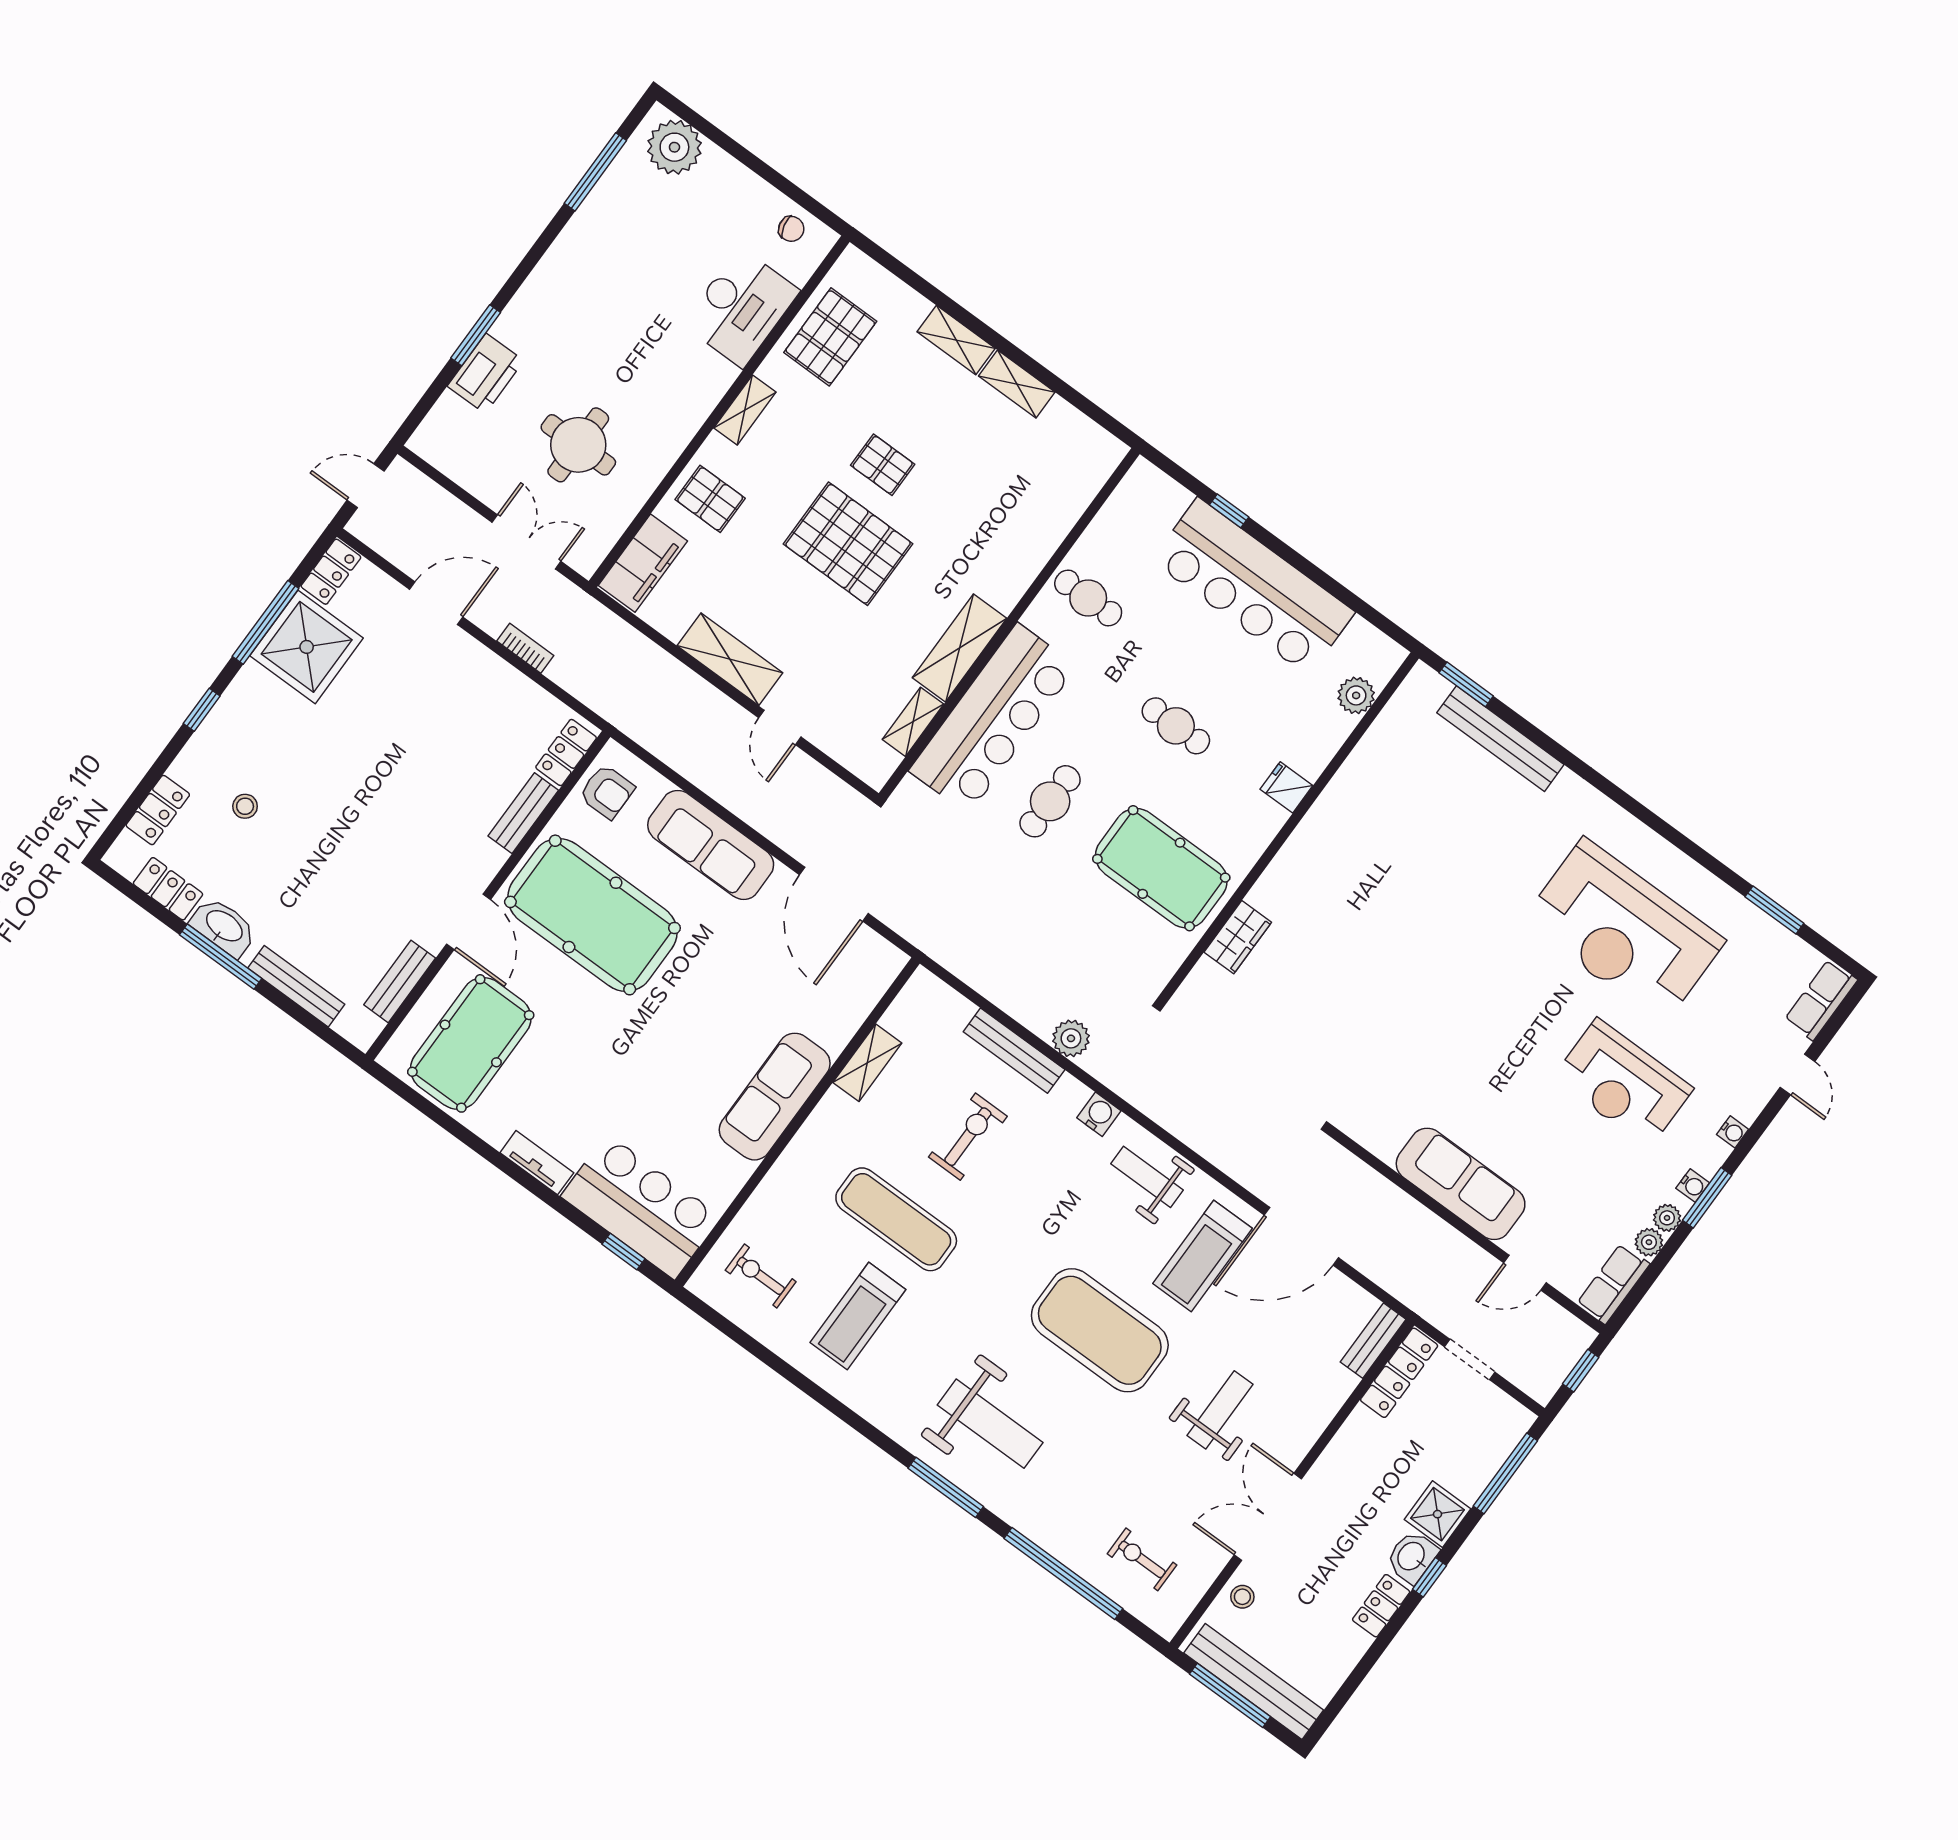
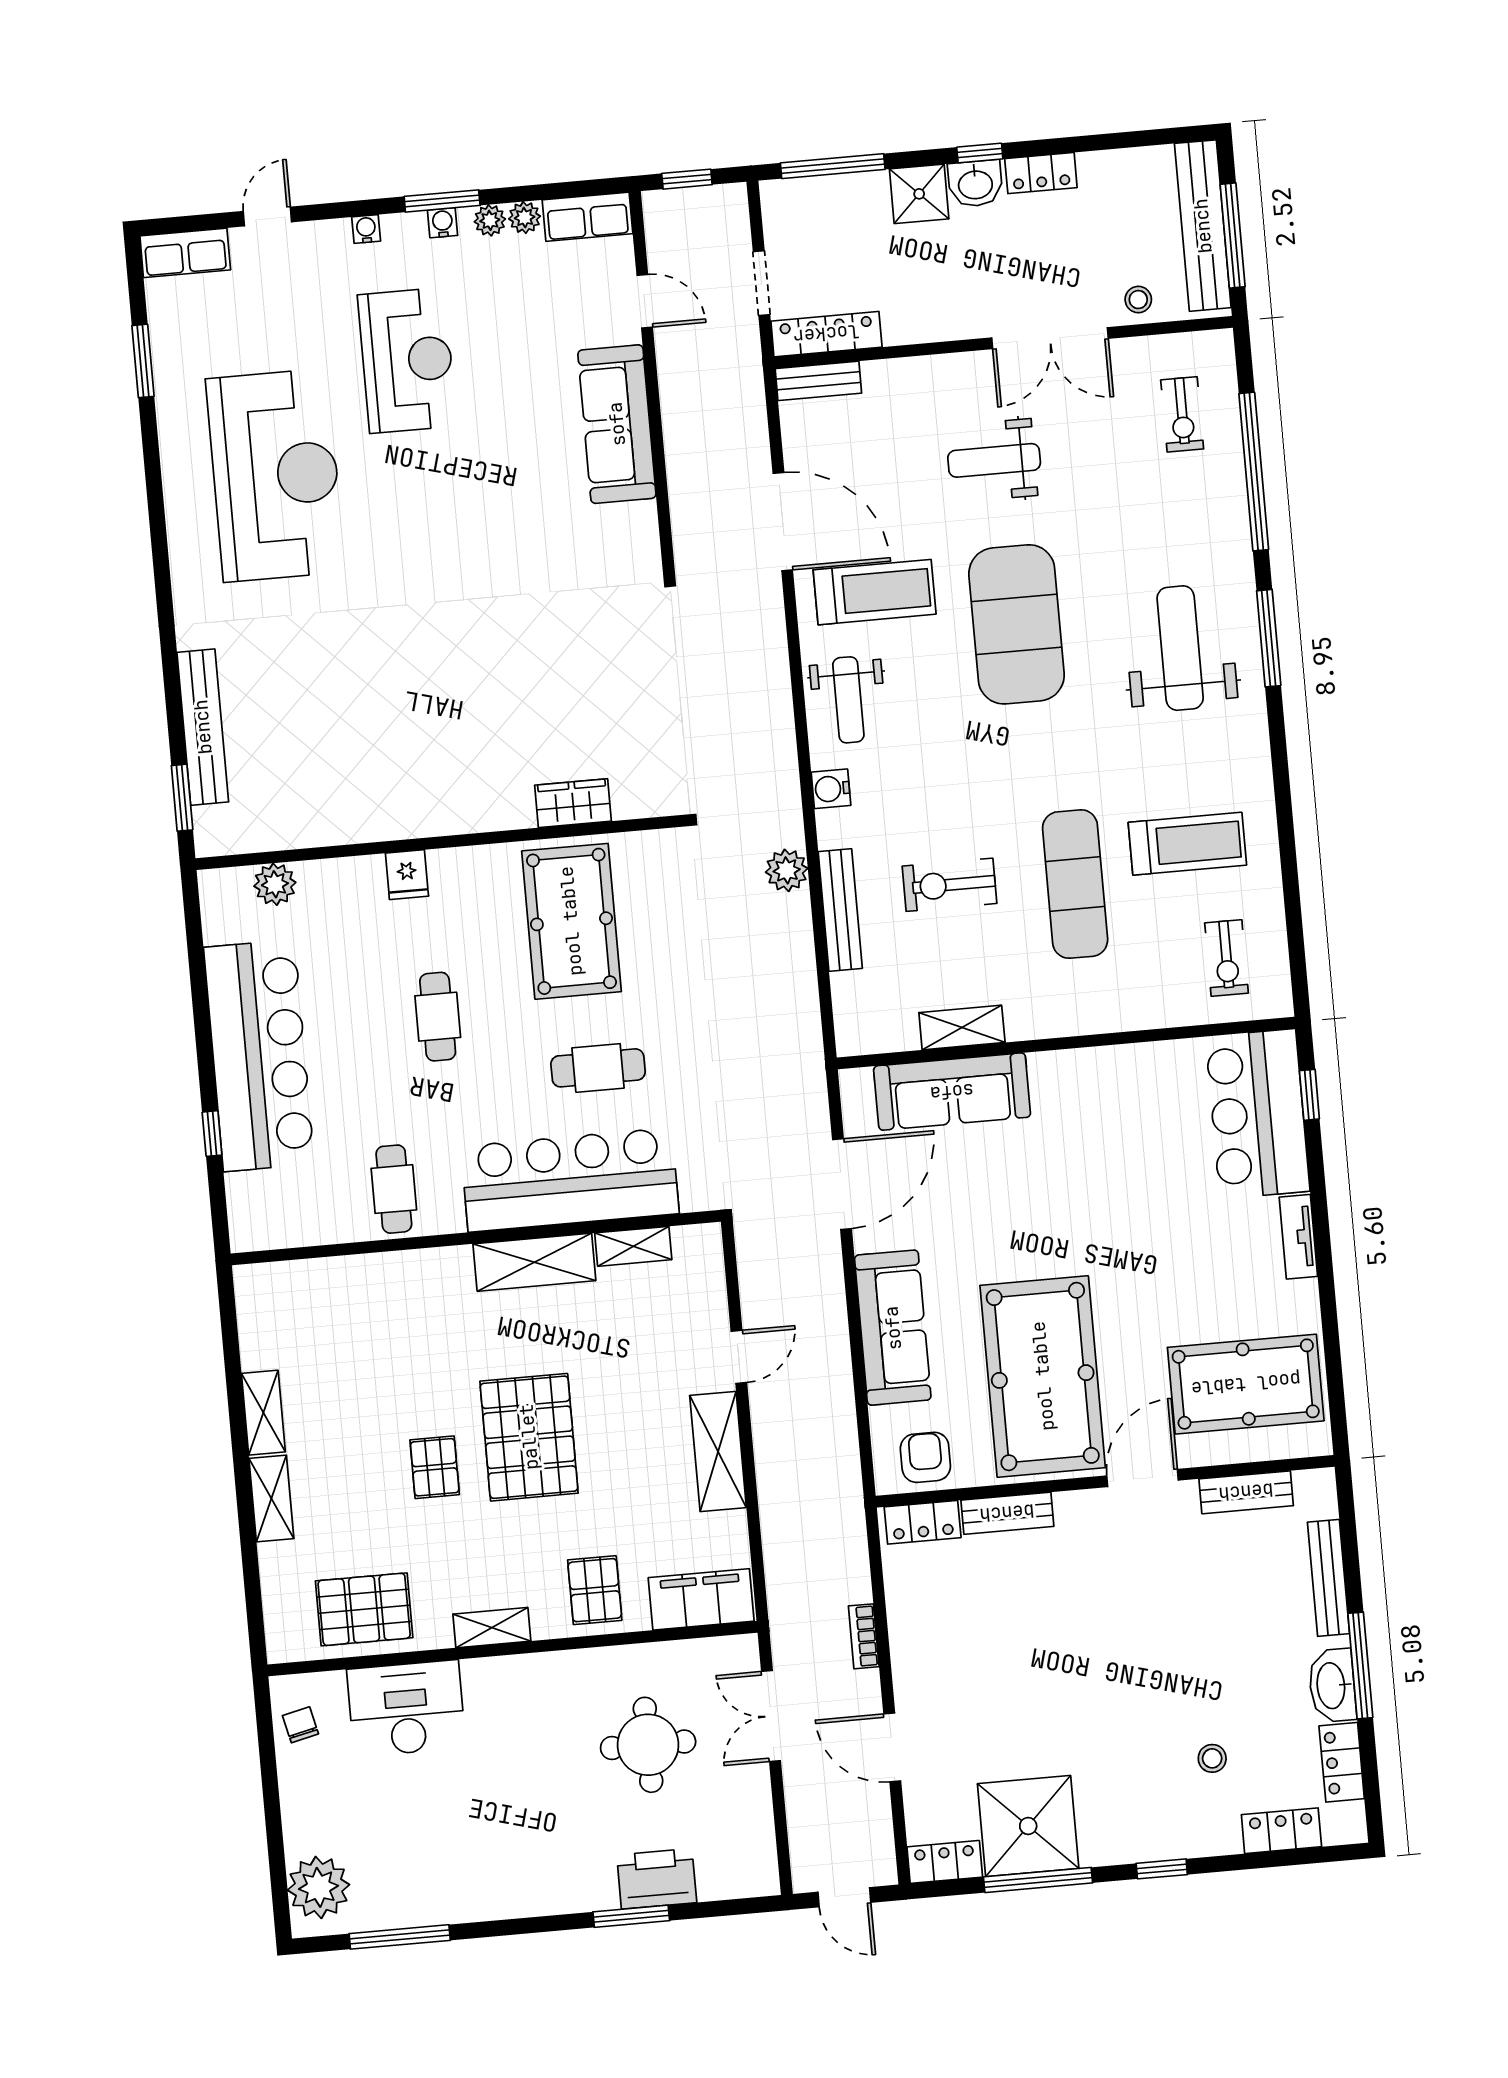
sofa: (775, 1097) -> (952, 1092), moved

